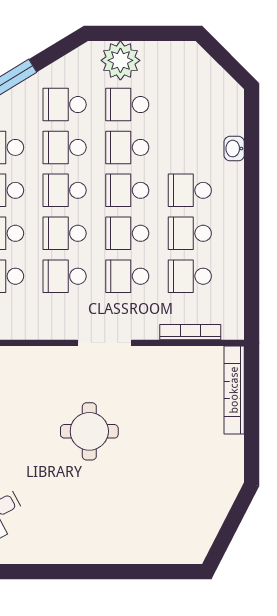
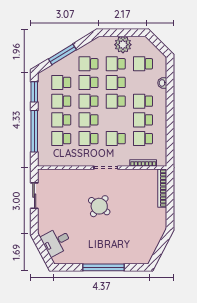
plant: (120, 60) -> (123, 45), moved
school desk: (127, 233) -> (143, 64), moved
round table: (89, 431) -> (99, 206), turned 37
window: (99, 572) -> (103, 267), added

